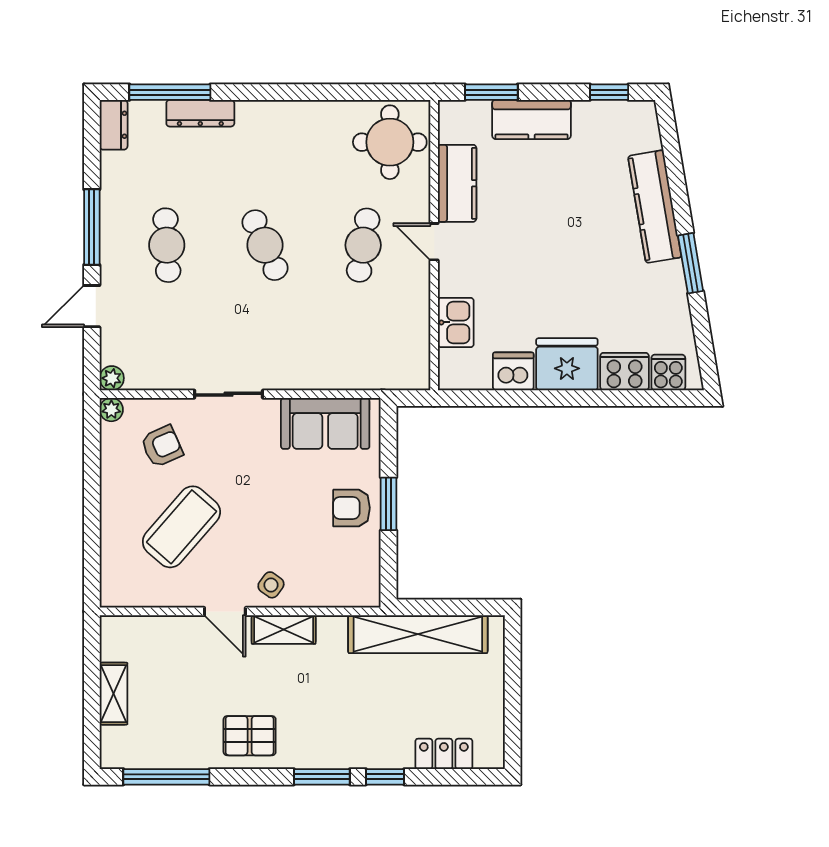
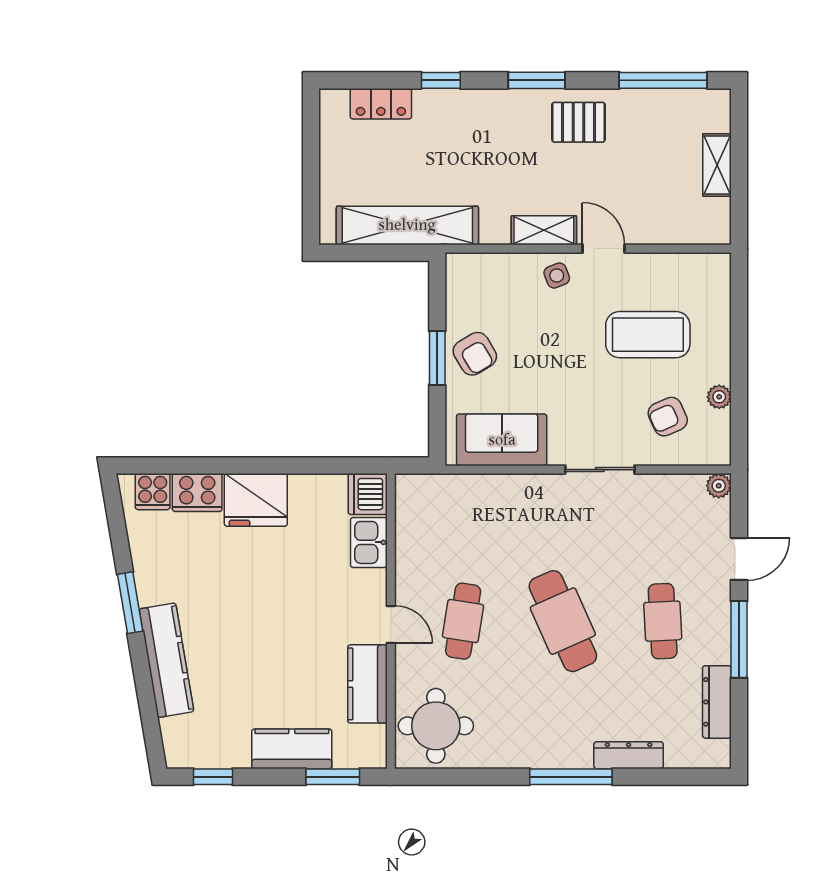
window: (170, 92) -> (571, 777), moved
dresser: (114, 125) -> (717, 702), moved, width x1.44
cafe table: (265, 245) -> (563, 621), width x1.37, depth x1.35
dishwasher: (513, 371) -> (368, 494), moved, turned 90
plant: (111, 410) -> (719, 397), moved
armchair: (352, 508) -> (475, 354), turned 59
coffee table: (181, 527) -> (648, 335), turned 49
side table: (271, 585) -> (557, 275), turned 33
window: (322, 777) -> (537, 80), moved

